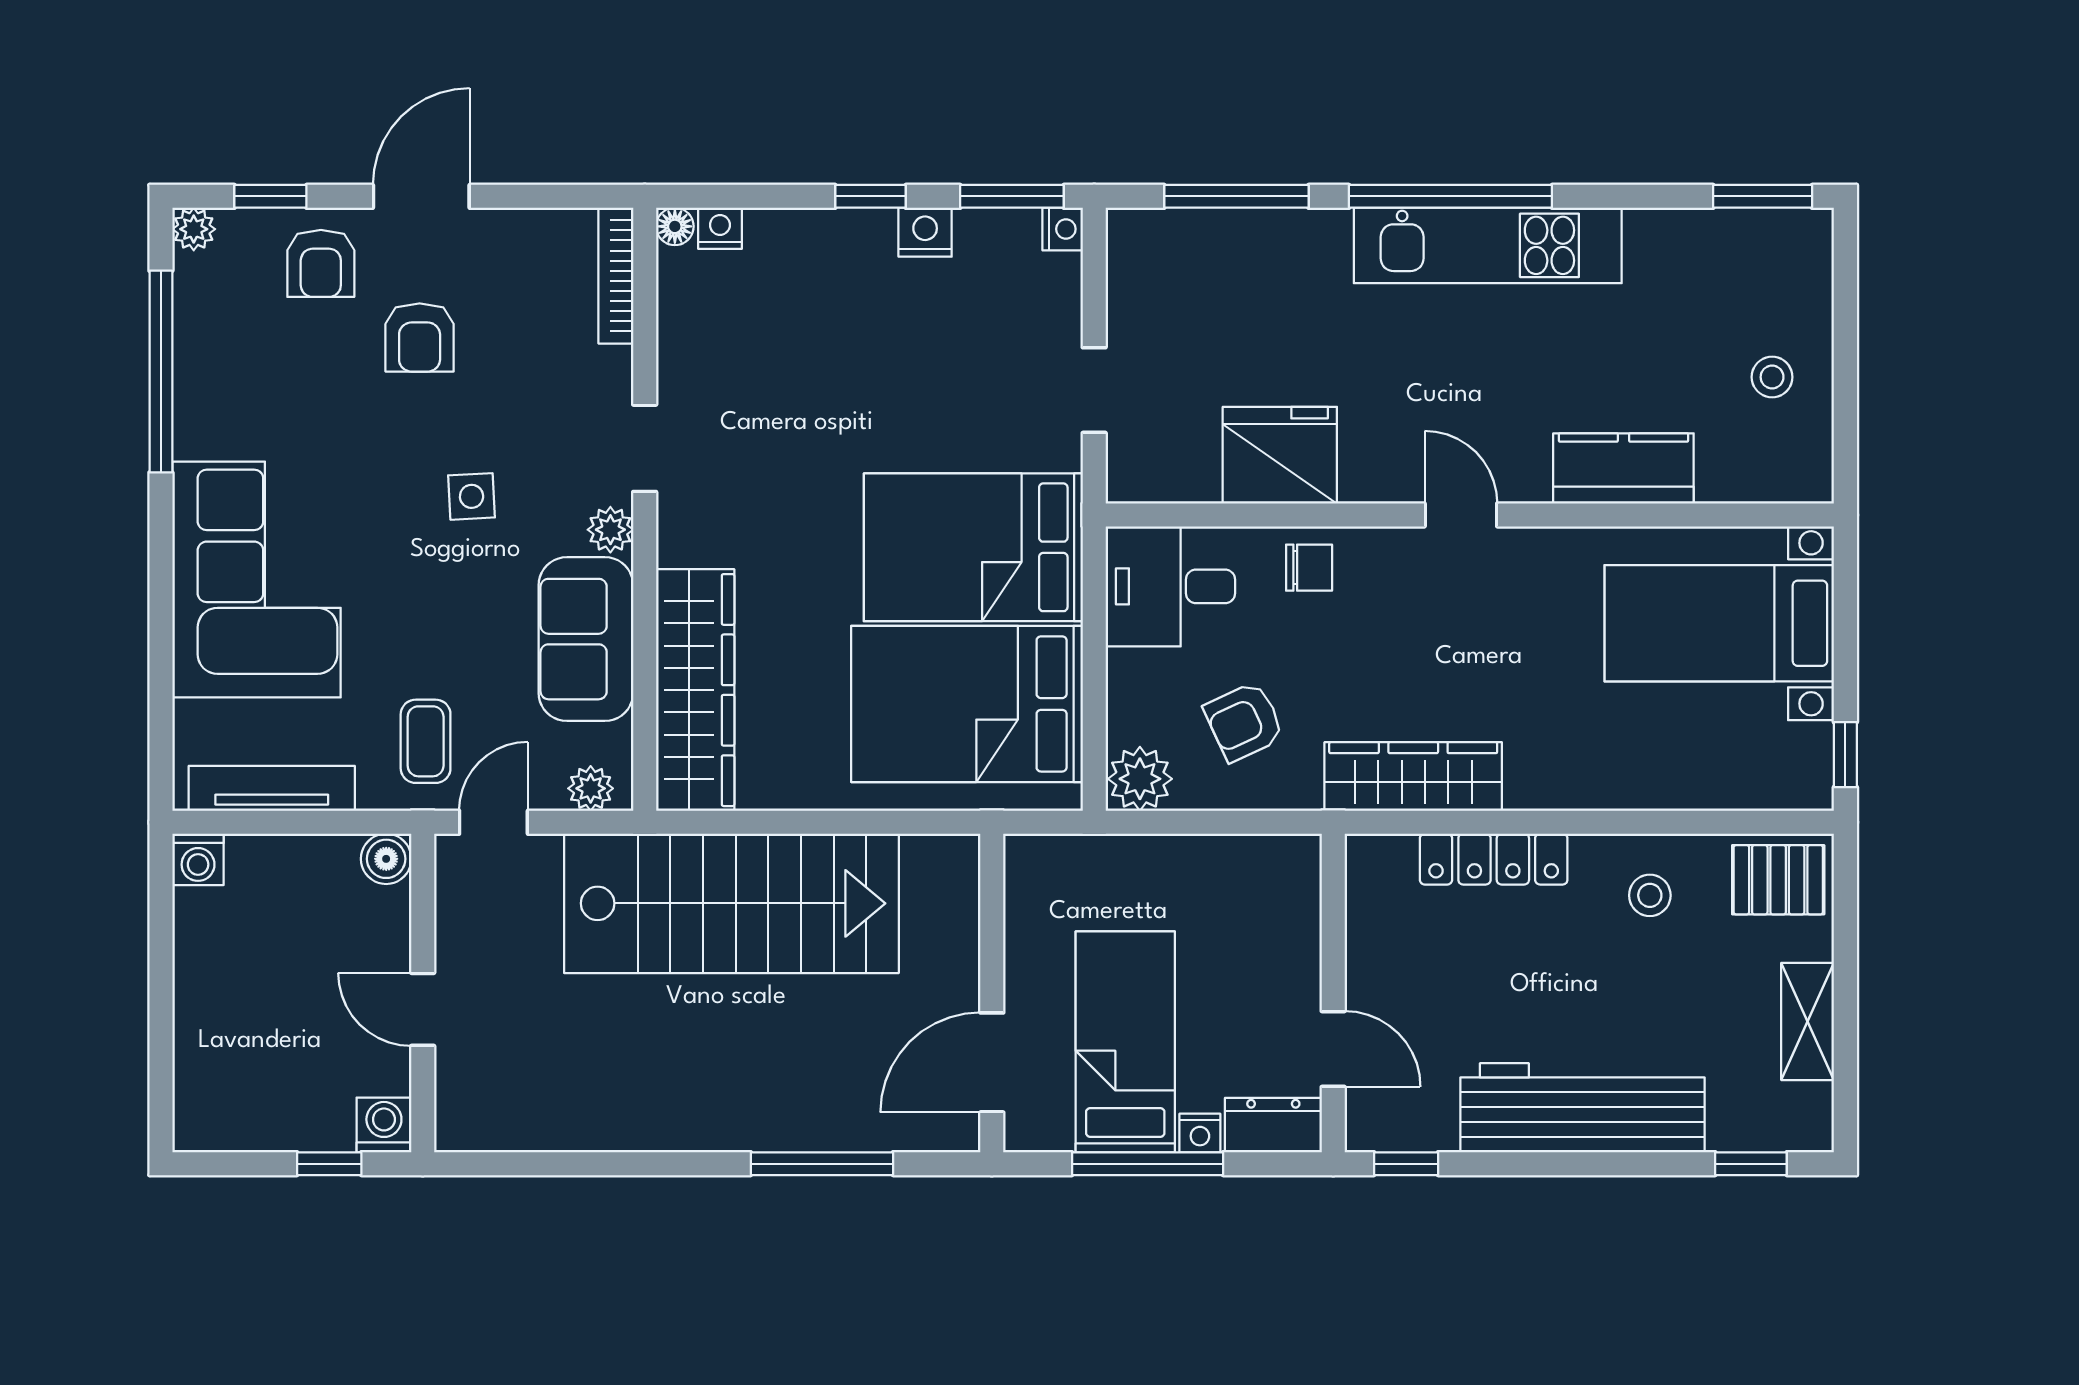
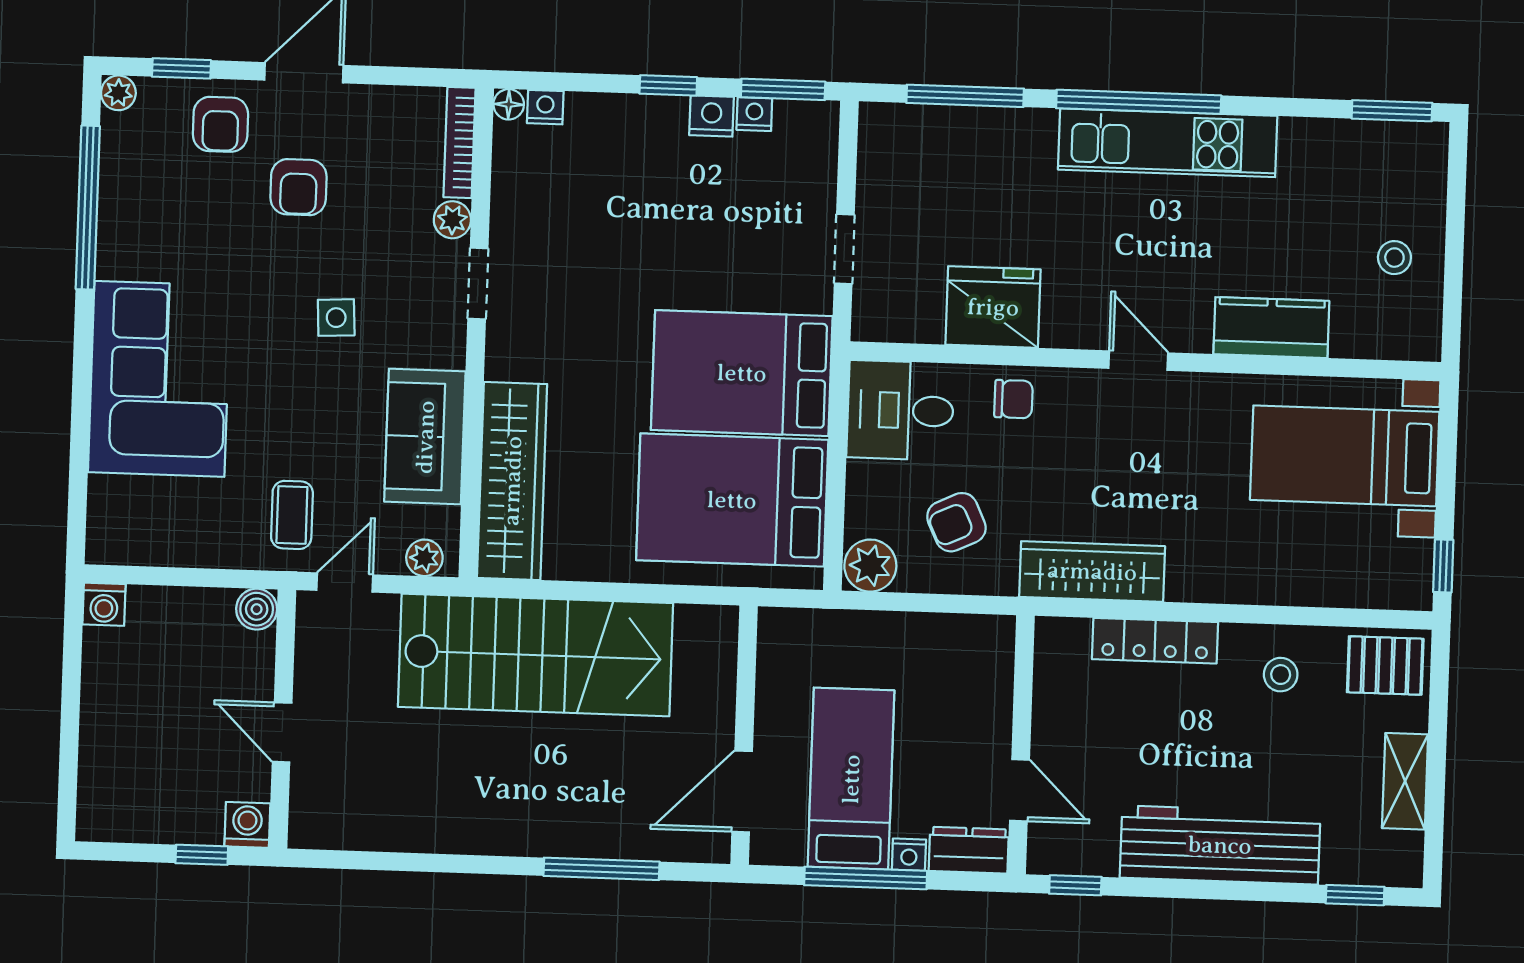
nightstand: (1063, 229) -> (754, 114), moved, turned -90
plant: (610, 530) -> (452, 220), moved
tv unit: (272, 788) -> (166, 549), removed

